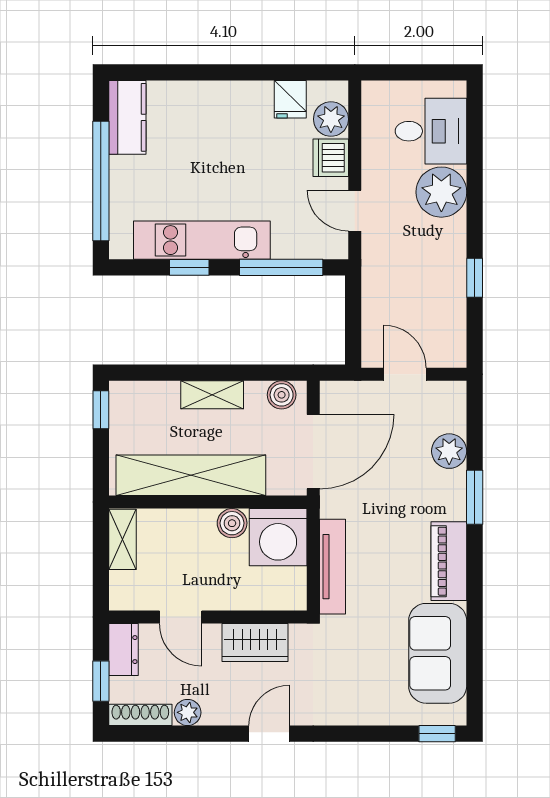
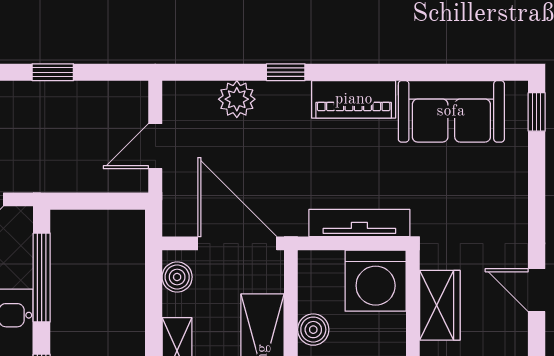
window: (475, 497) -> (286, 72), width x0.67
washing machine: (278, 537) -> (376, 281), moved, turned 90

